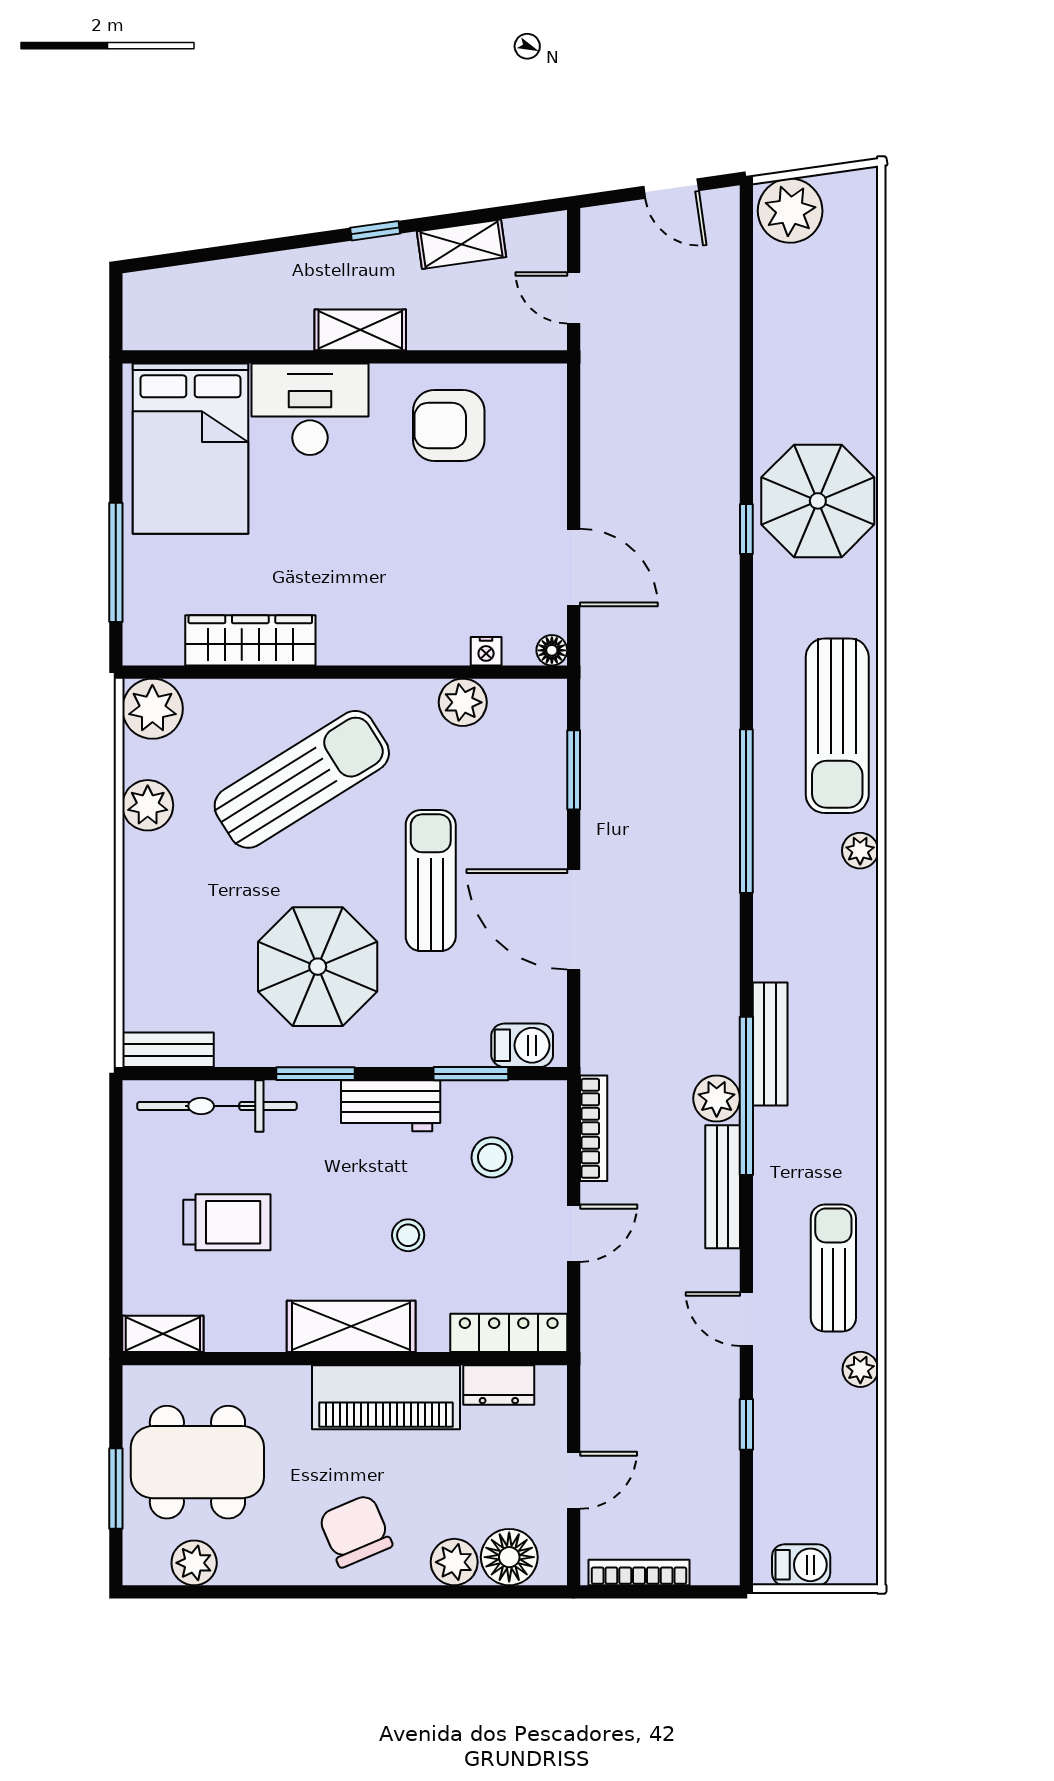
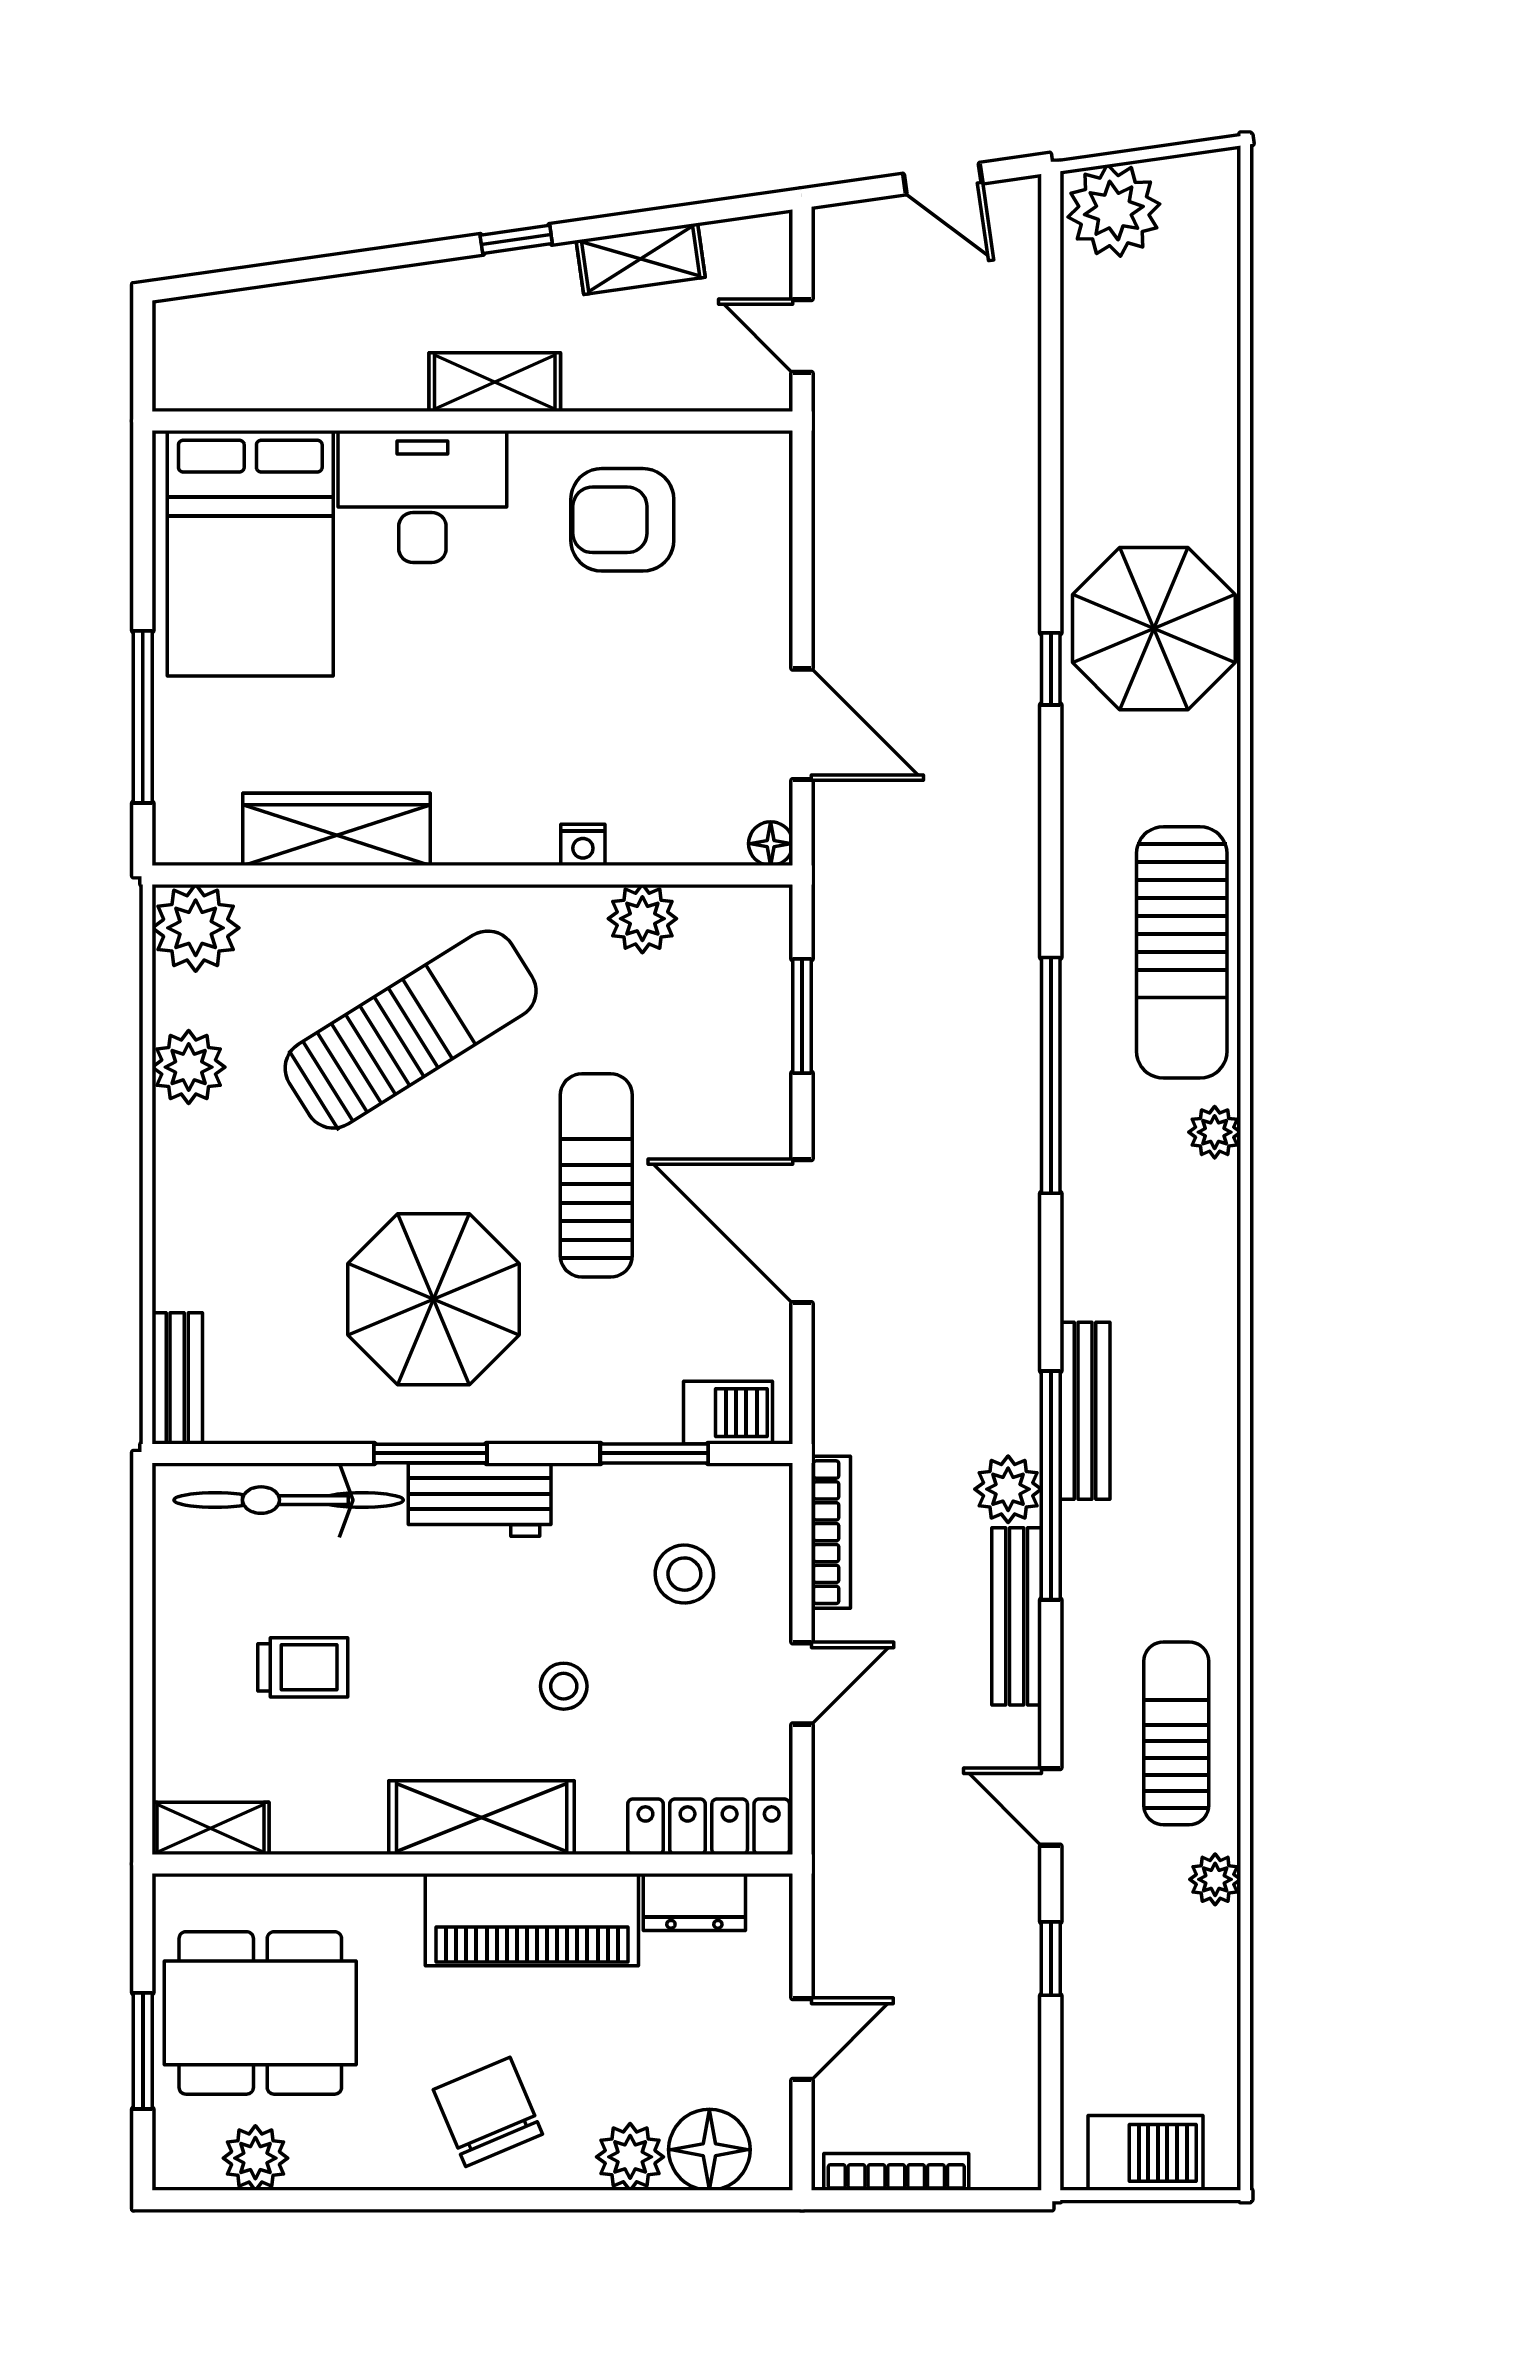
nightstand: (486, 651) -> (583, 845), moved
bench: (168, 1050) -> (177, 1378), moved, turned 90
workbench: (391, 1106) -> (480, 1500), moved
trolley: (227, 1222) -> (303, 1667), width x0.73, depth x0.72
barbecue: (801, 1565) -> (1145, 2153), width x1.38, depth x1.27

